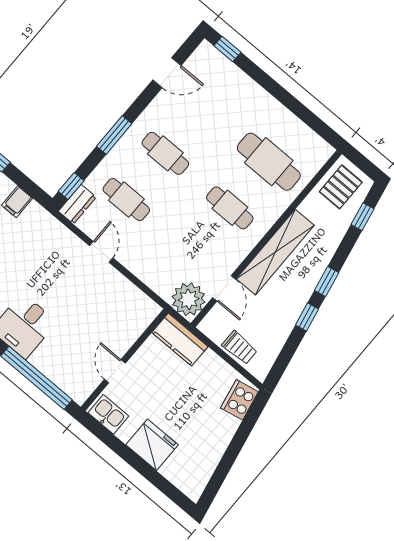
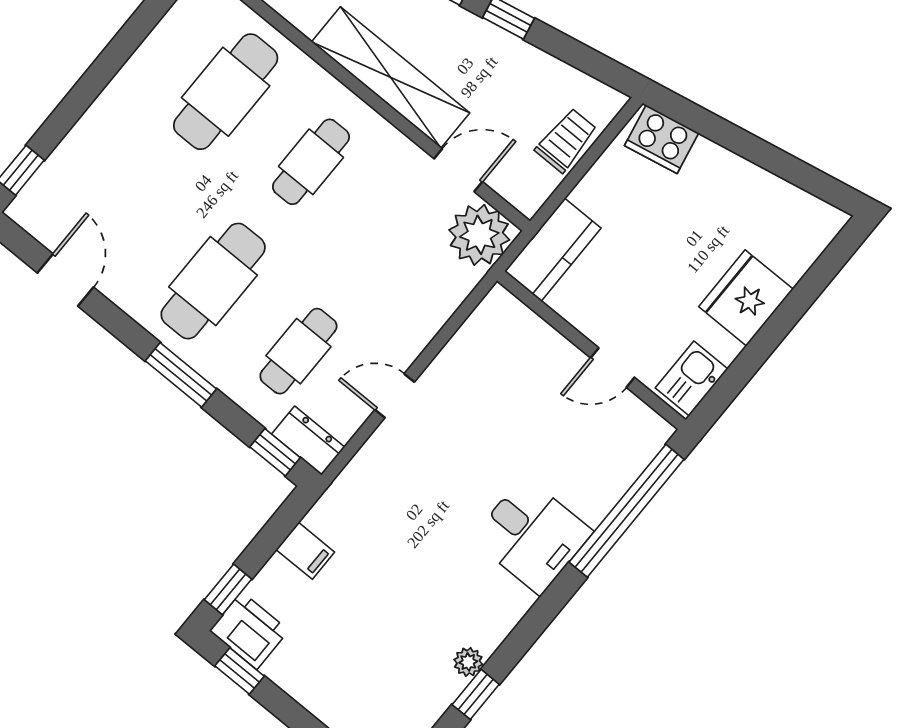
cafe table: (165, 153) -> (213, 281), width x1.37, depth x1.35

